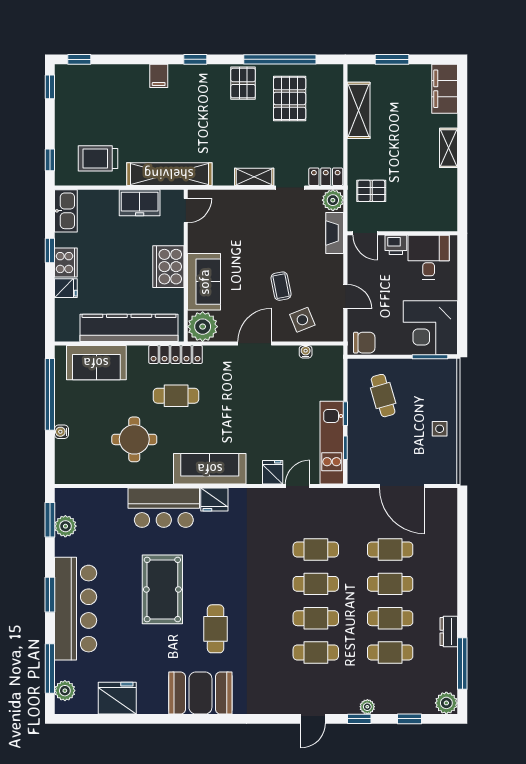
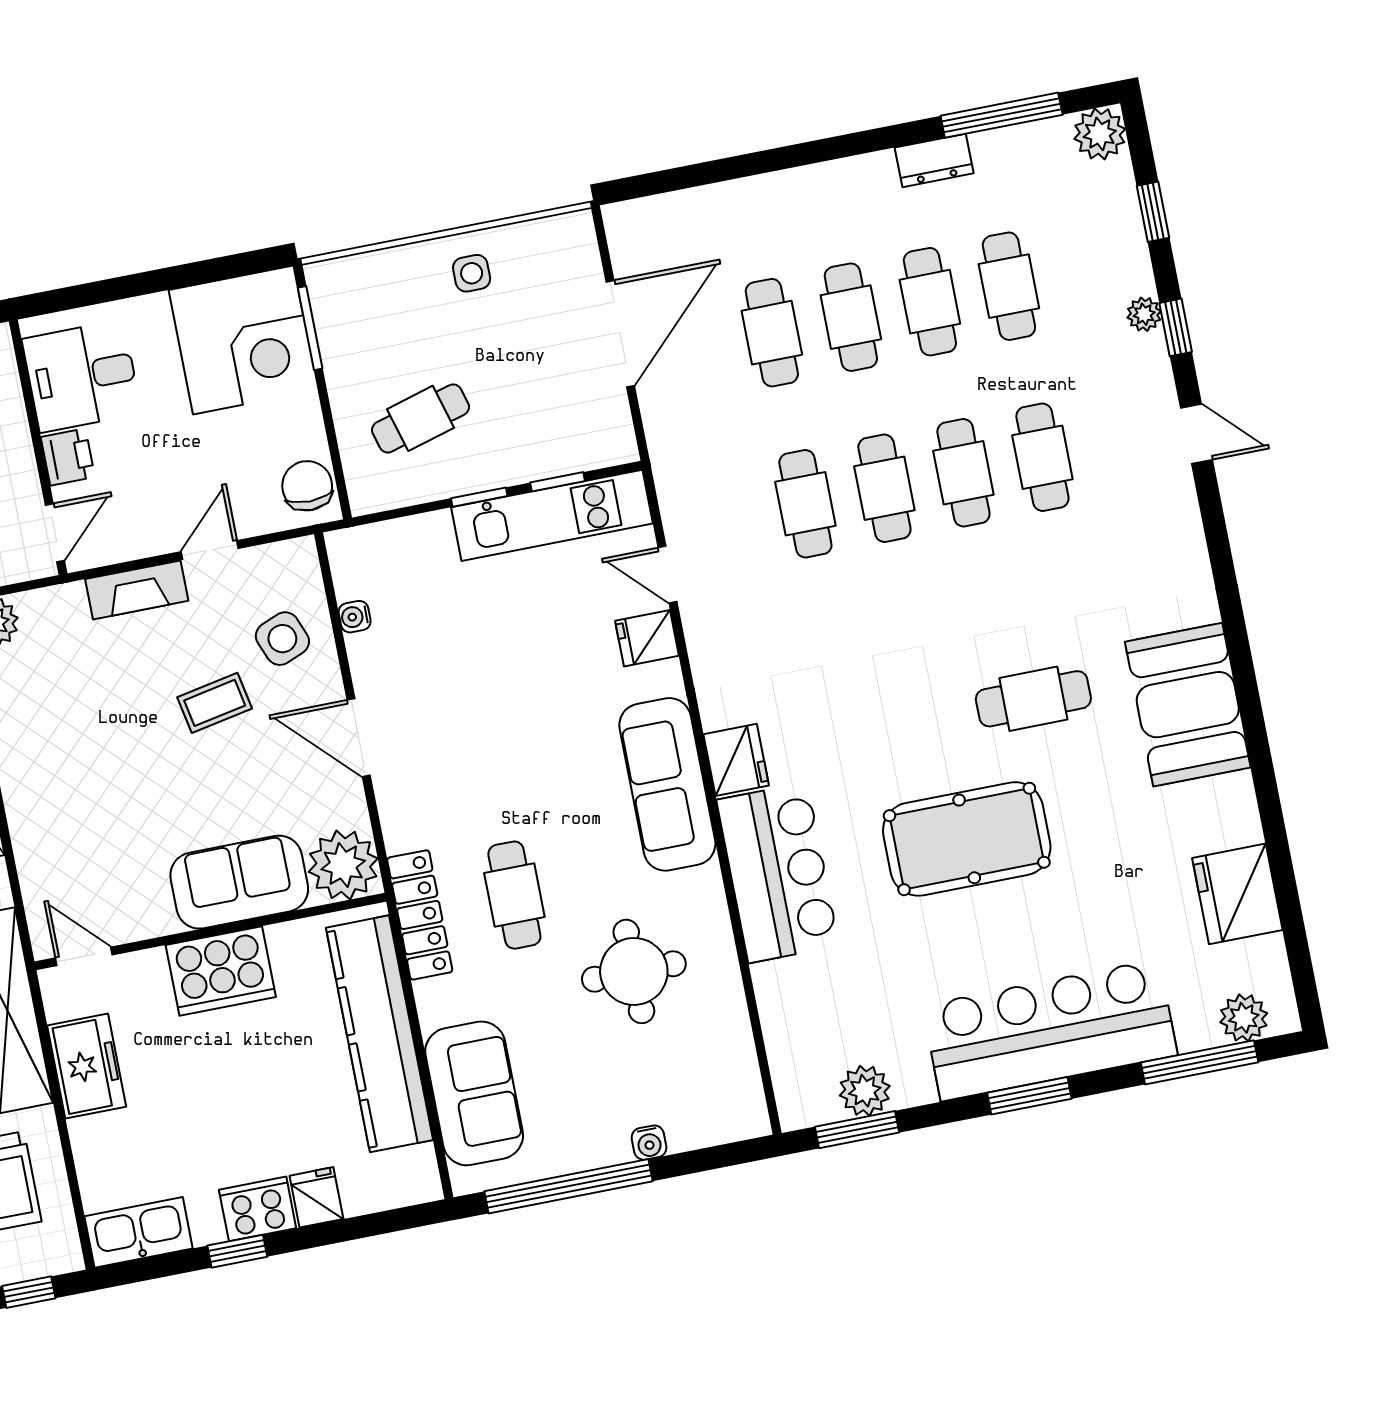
fireplace: (335, 233) -> (137, 590), moved

